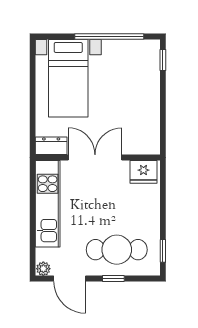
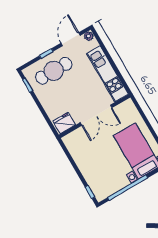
dresser: (51, 146) -> (124, 107), removed
door: (70, 279) -> (71, 39), hinge flipped

